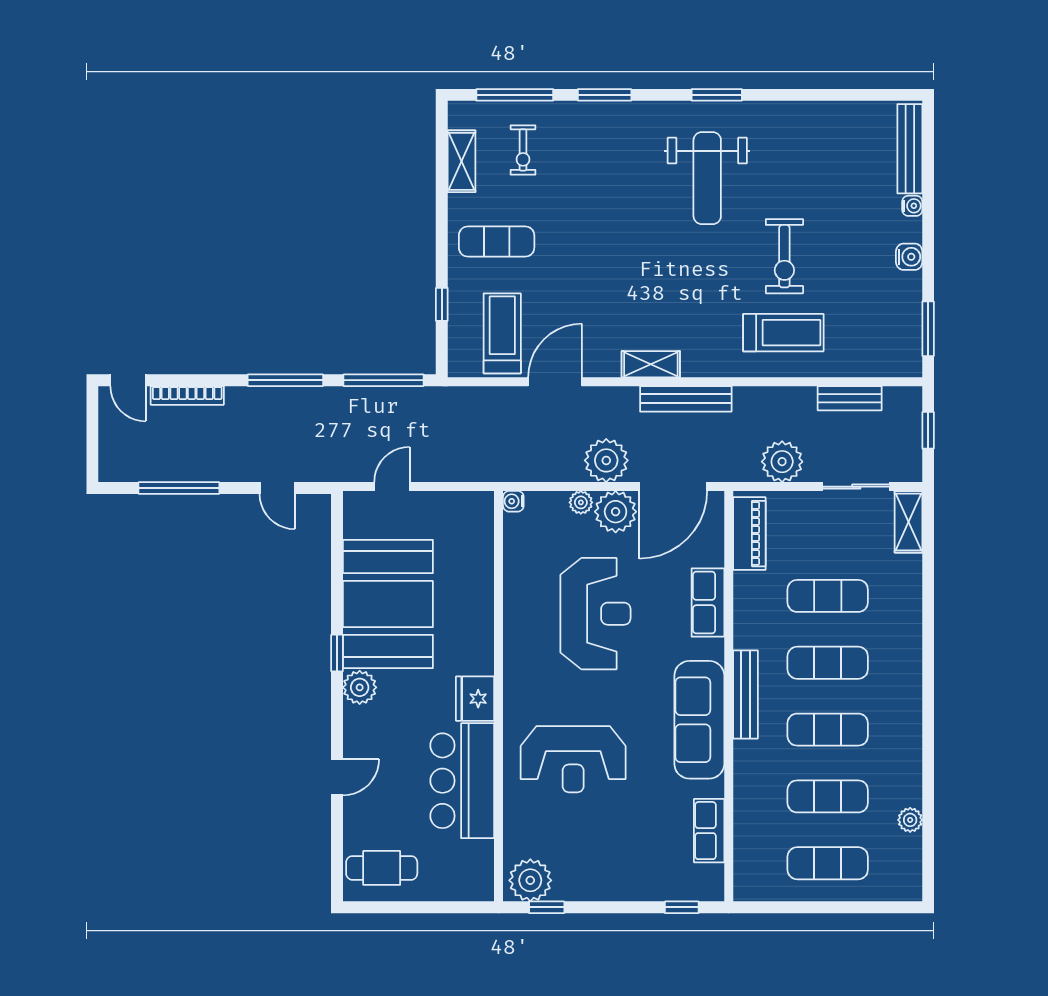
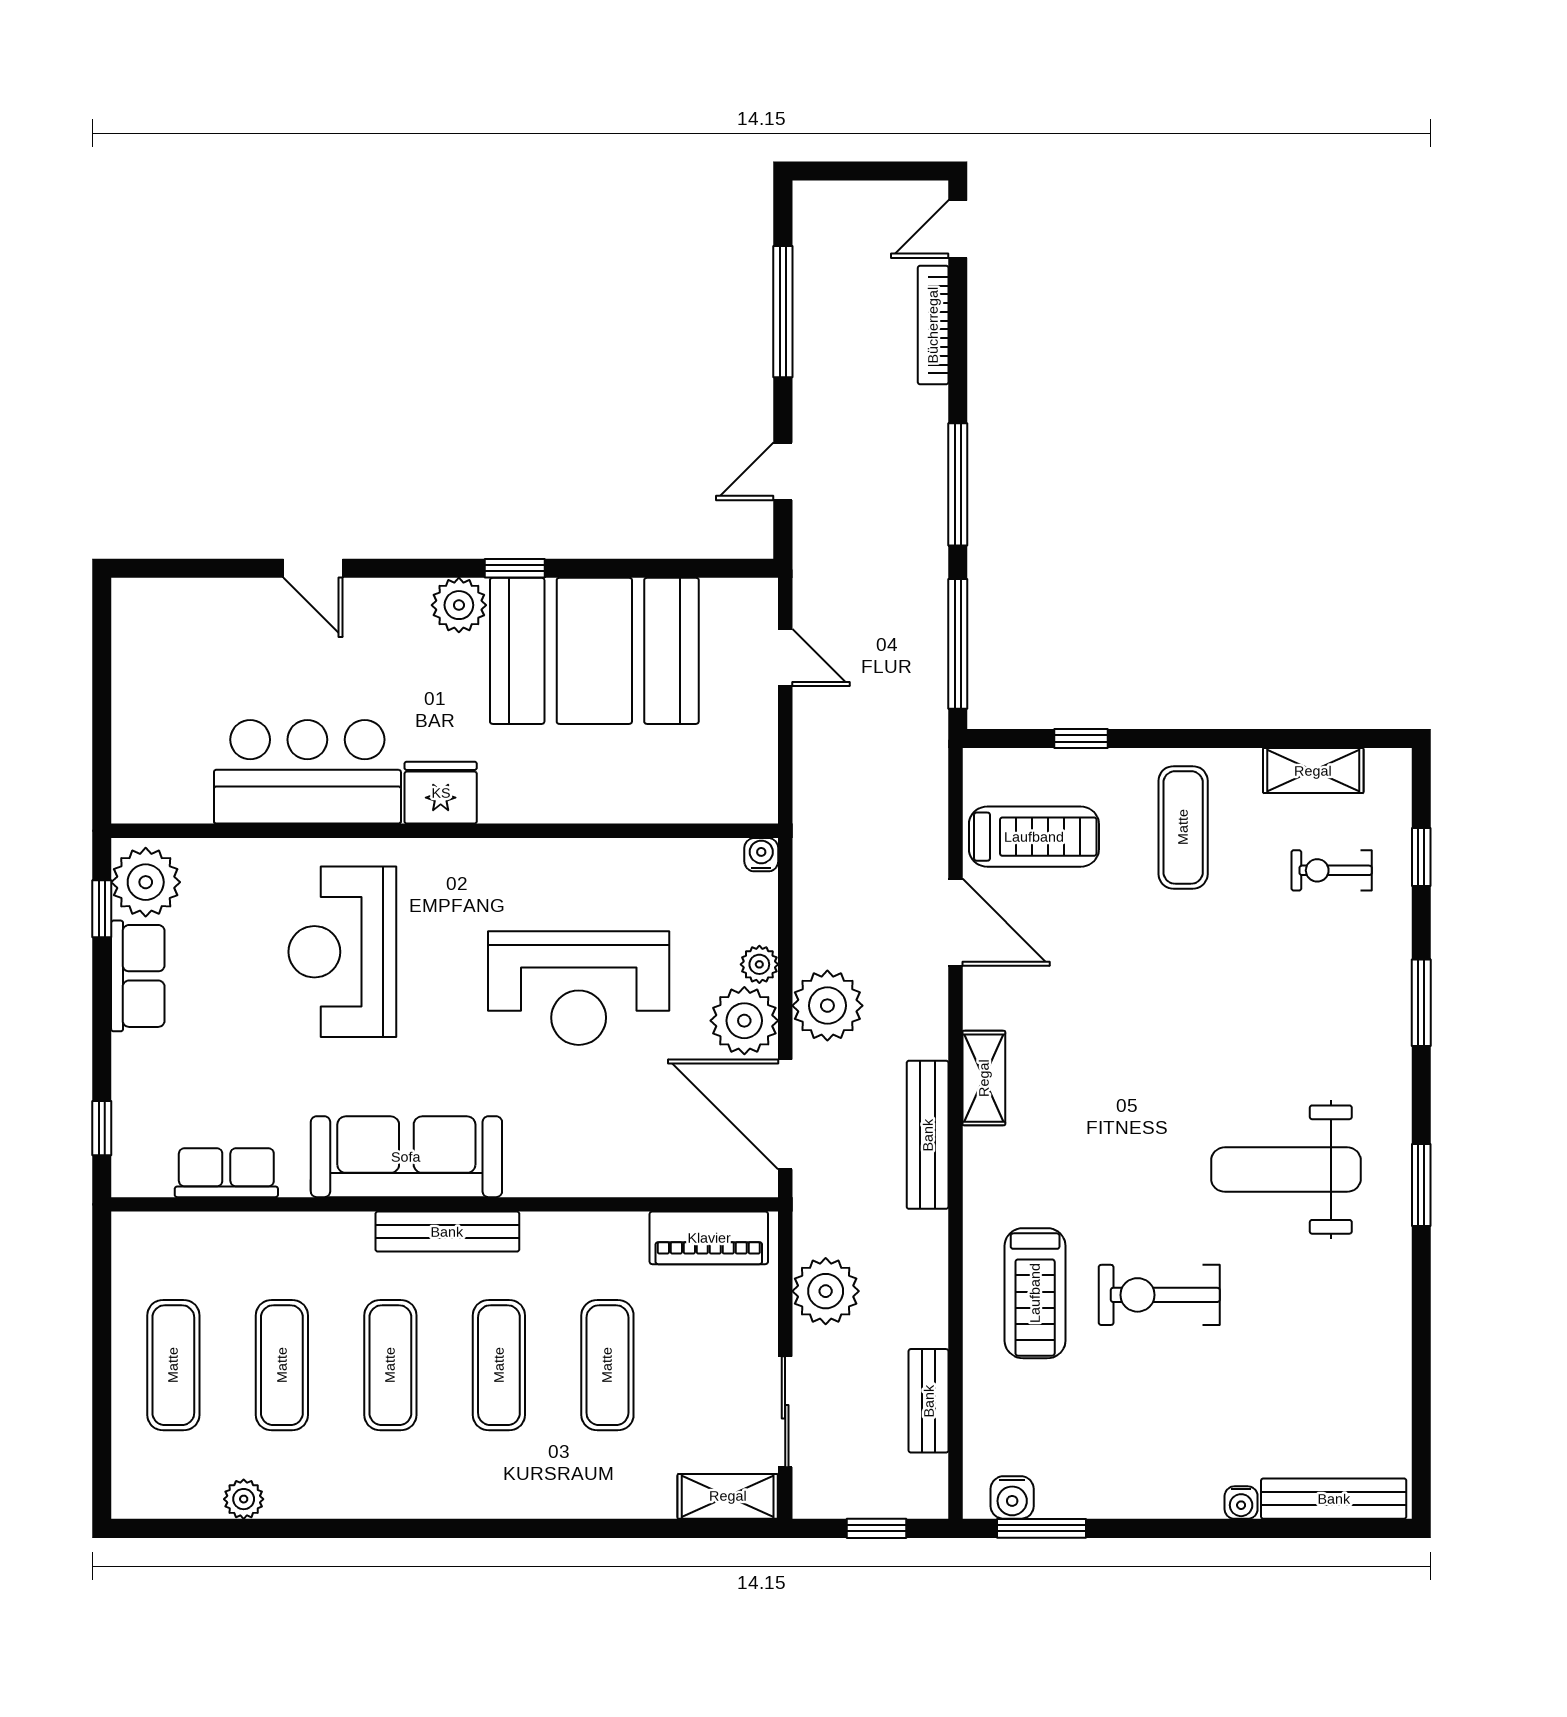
window: (515, 95) -> (1421, 857), width x0.46
water cooler: (909, 257) -> (1012, 1497), moved
row of seats: (708, 603) -> (138, 976), moved, turned 90
cafe table: (382, 868) -> (166, 641), removed

